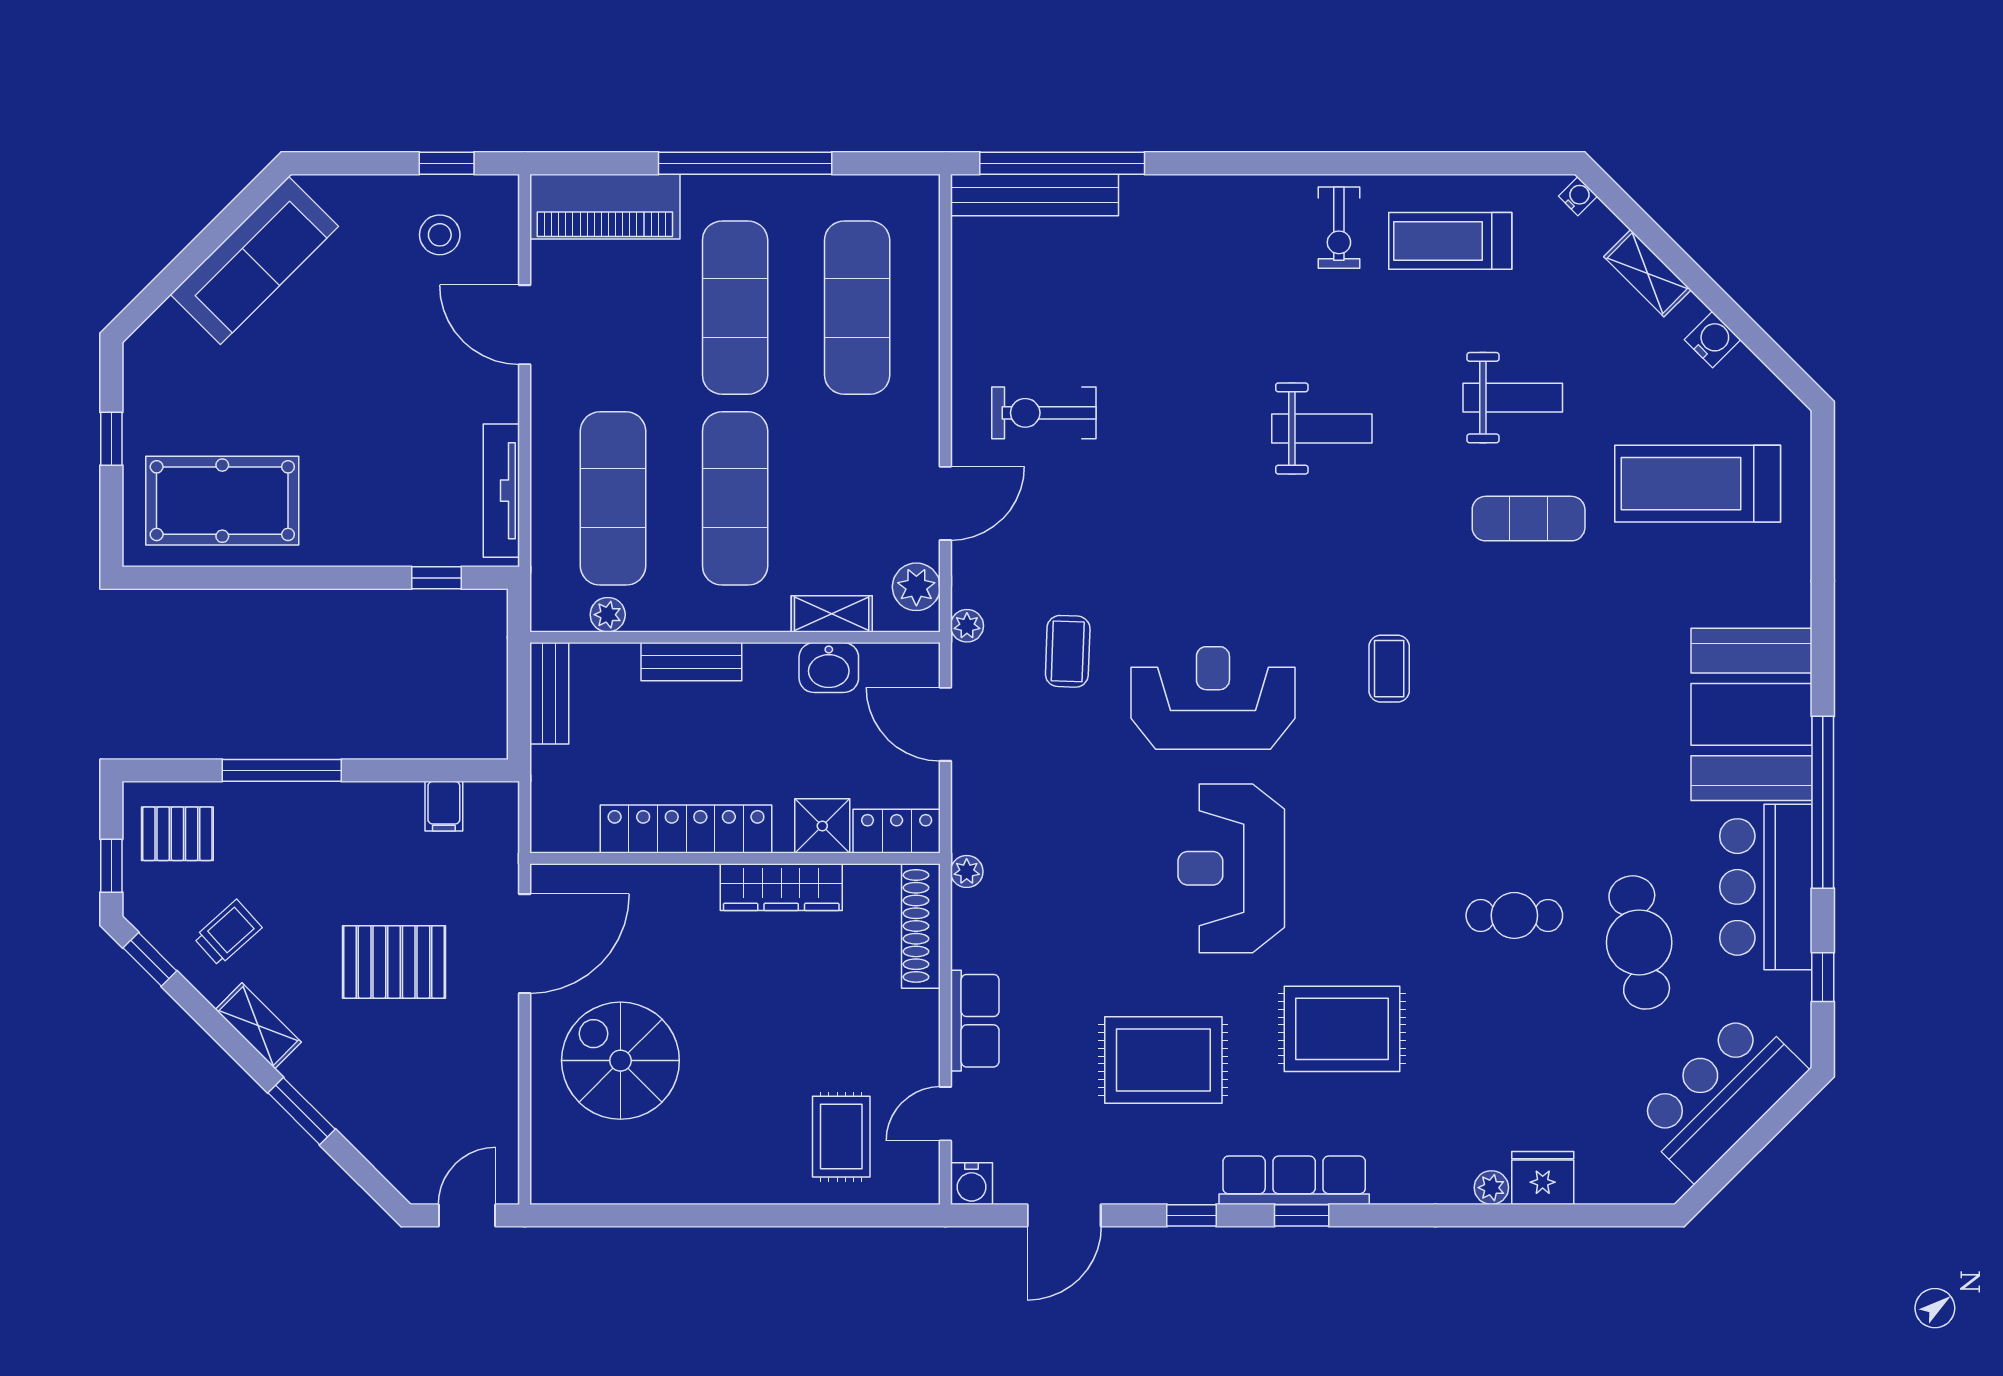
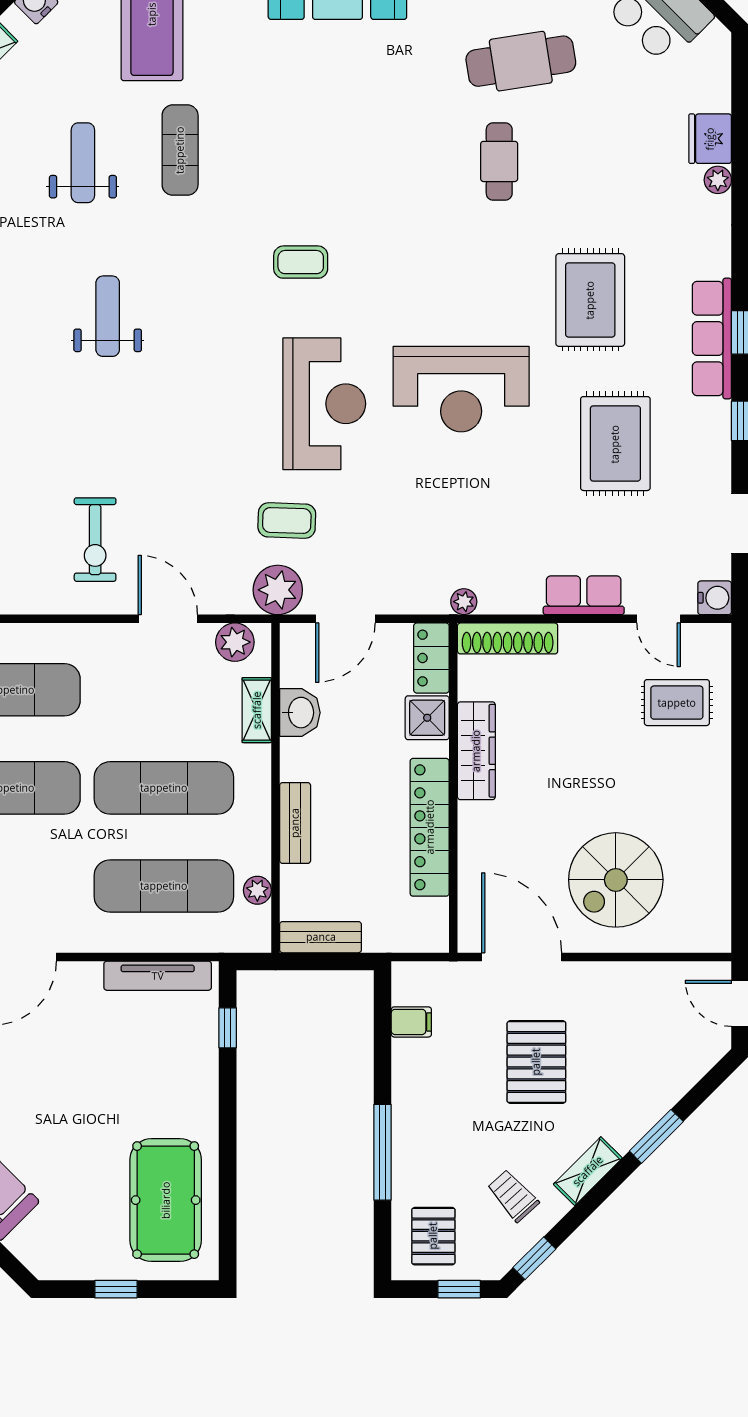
plant: (967, 626) -> (278, 590), width x1.87, depth x1.87
reception desk: (1213, 698) -> (324, 404), turned 180

